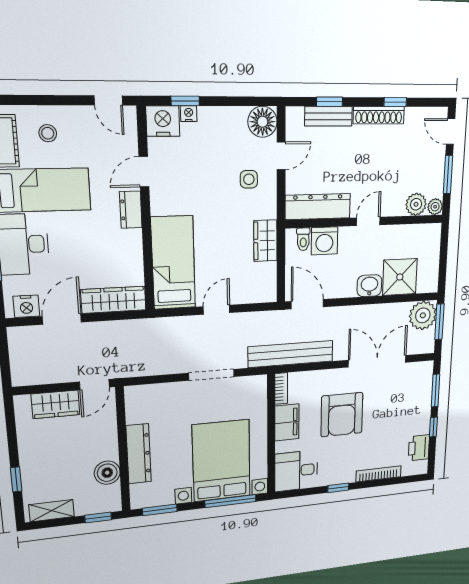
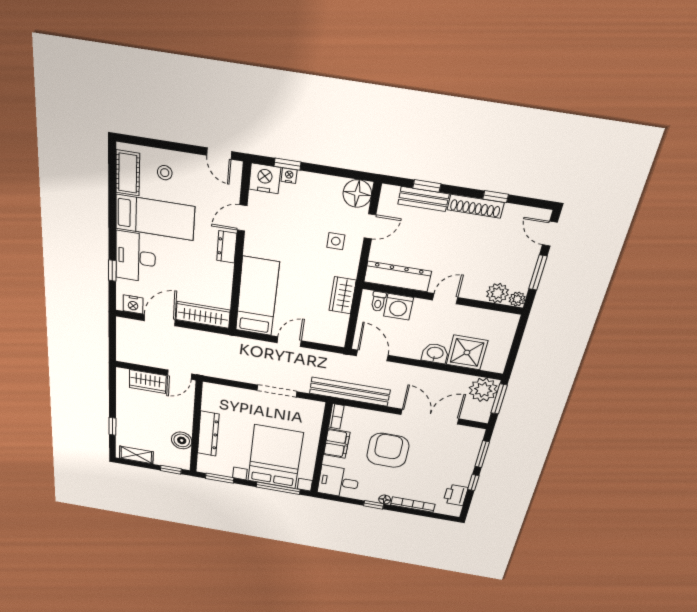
armchair: (342, 415) -> (388, 450), turned 180
floor lamp: (349, 477) -> (385, 499), added

